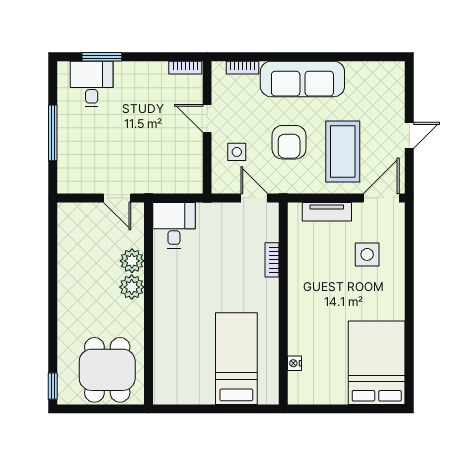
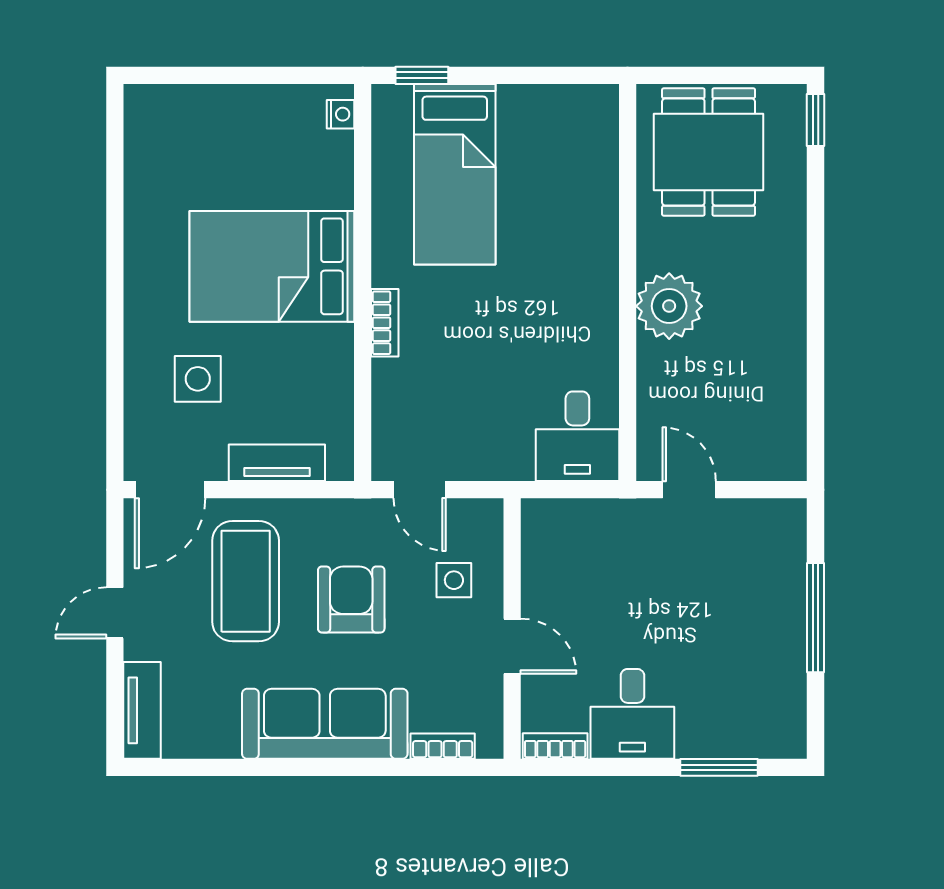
desk: (92, 84) -> (632, 714), moved
tv unit: (395, 86) -> (142, 710), added
bookcase: (272, 260) -> (385, 323), moved
plant: (132, 261) -> (660, 366), removed
plant: (132, 287) -> (669, 306), width x1.36, depth x1.36
nightstand: (294, 363) -> (341, 114), moved
bed: (377, 363) -> (272, 266), moved, turned 90
window: (253, 409) -> (422, 75), added

